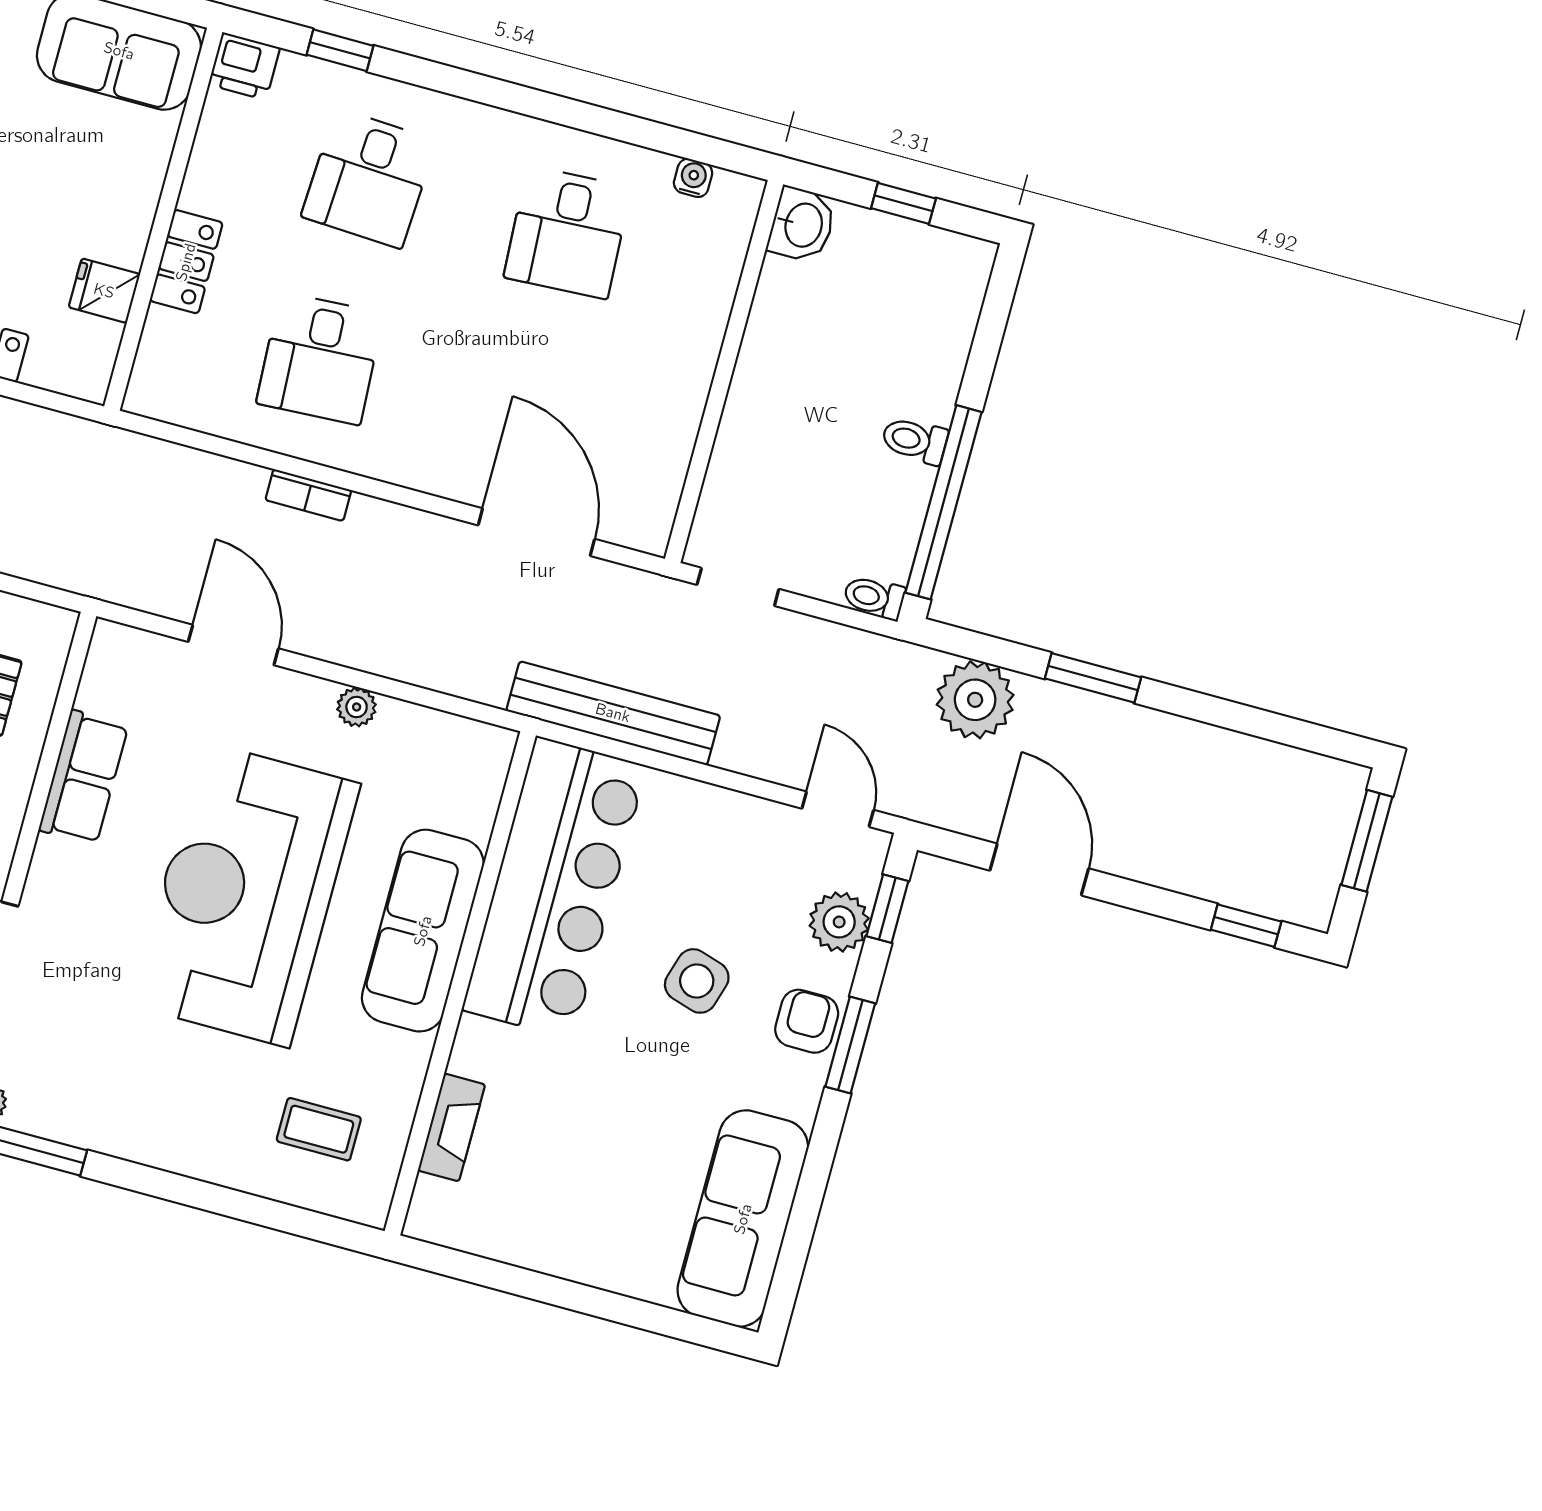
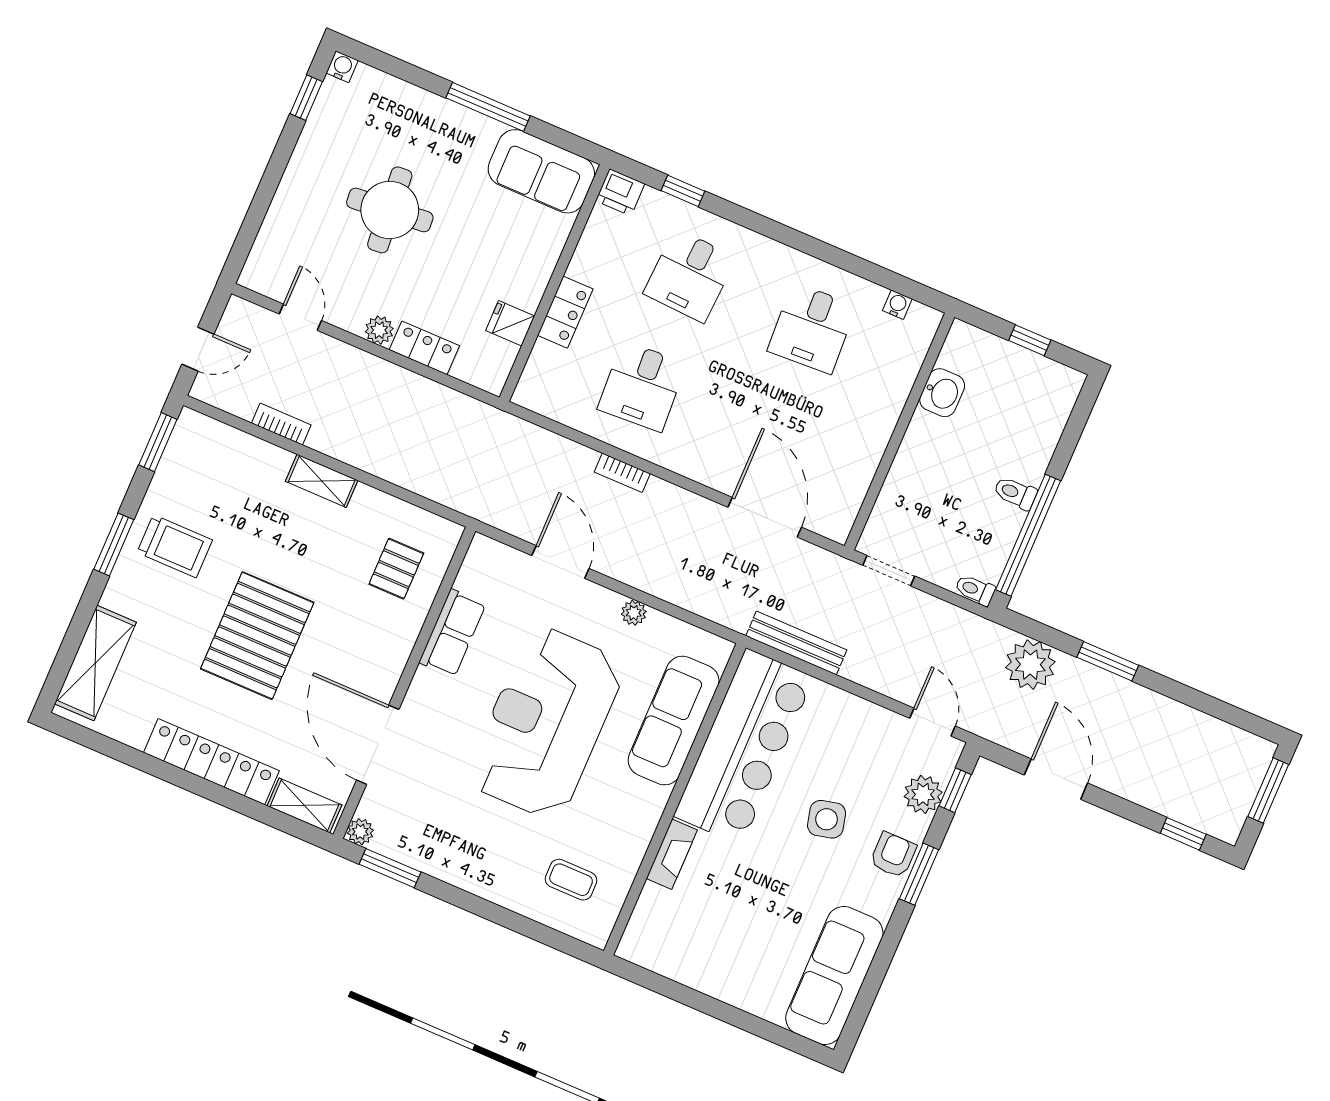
washbasin: (802, 225) -> (942, 393), moved
bench: (613, 713) -> (796, 643), width x0.73, depth x0.82
sofa: (423, 931) -> (674, 721), moved
side table: (697, 981) -> (827, 819), turned -31
fireplace: (451, 1127) -> (672, 854), moved

